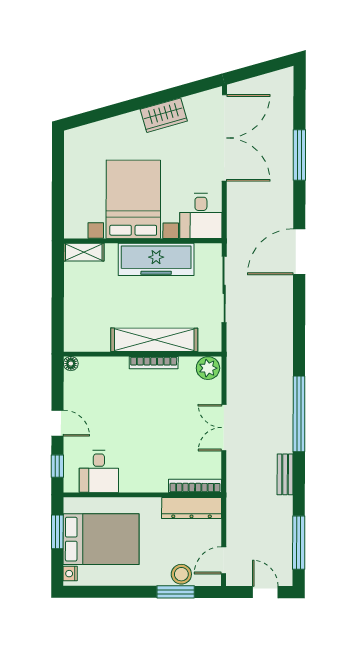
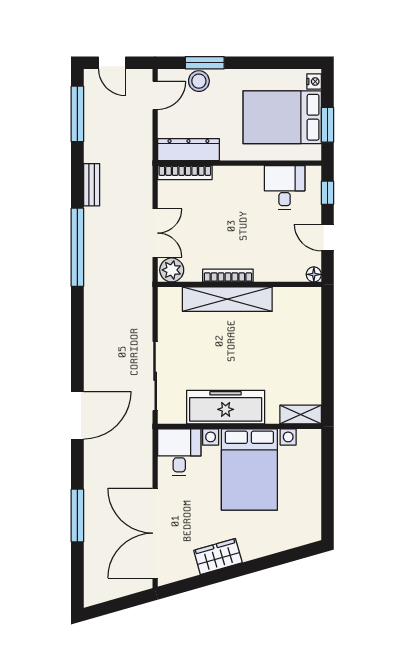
shelving: (154, 340) -> (227, 299), moved
wall: (143, 354) -> (239, 284), moved
bookcase: (154, 363) -> (228, 275), moved
floor lamp: (71, 364) -> (314, 274), moved
plant: (208, 368) -> (172, 270), moved

